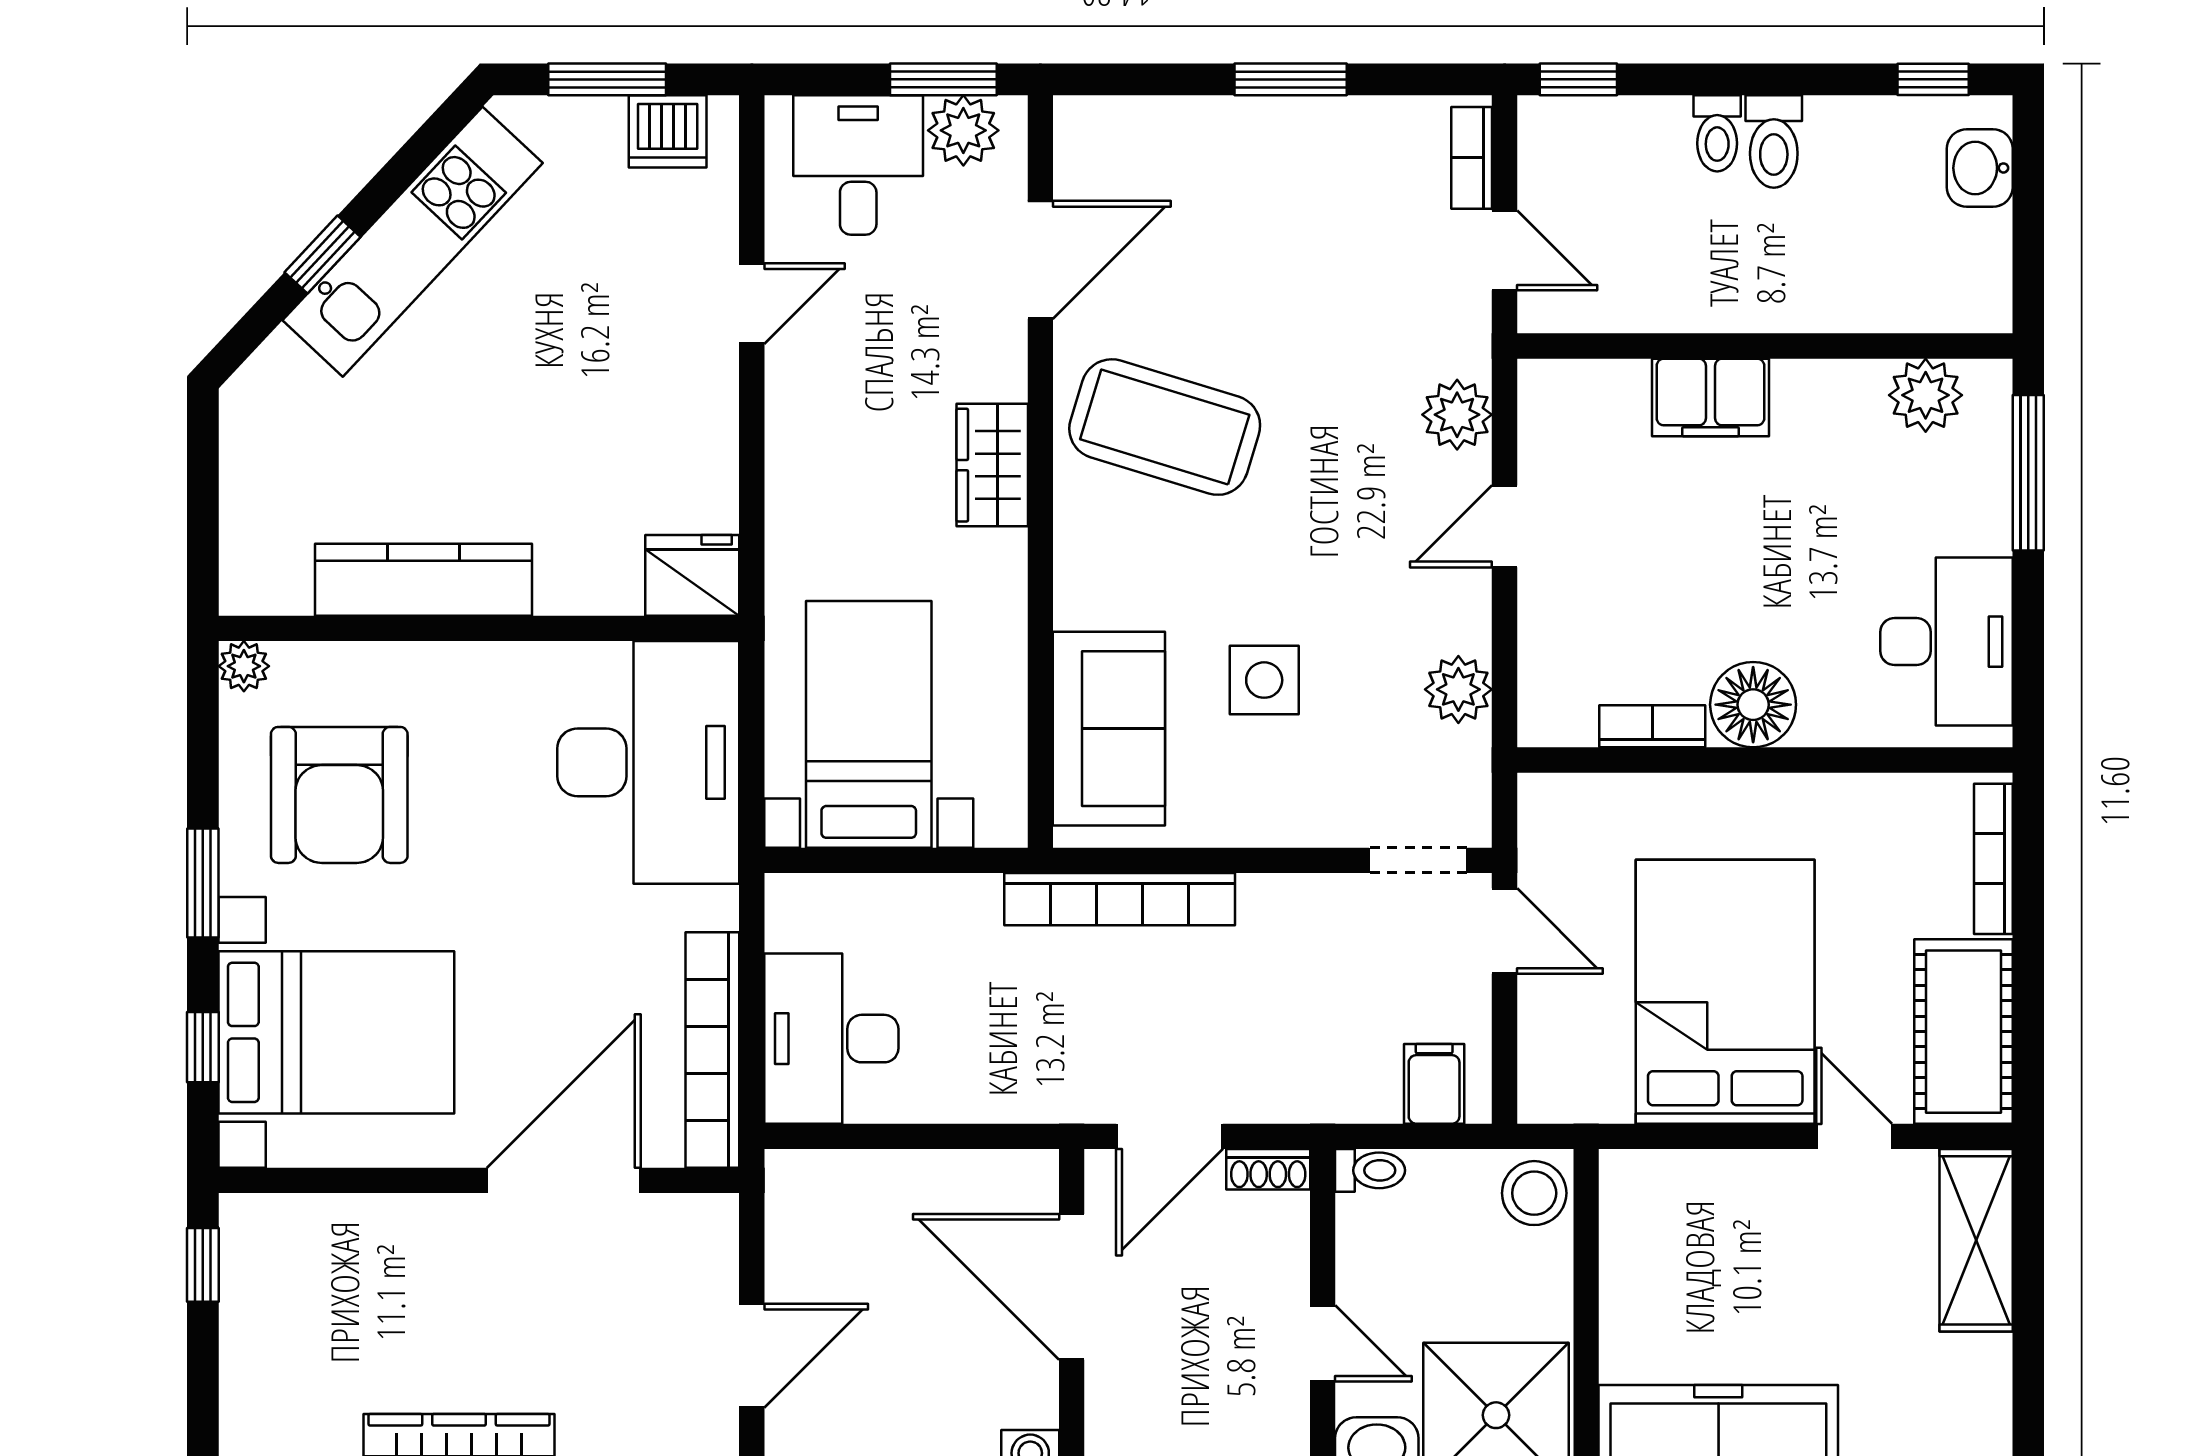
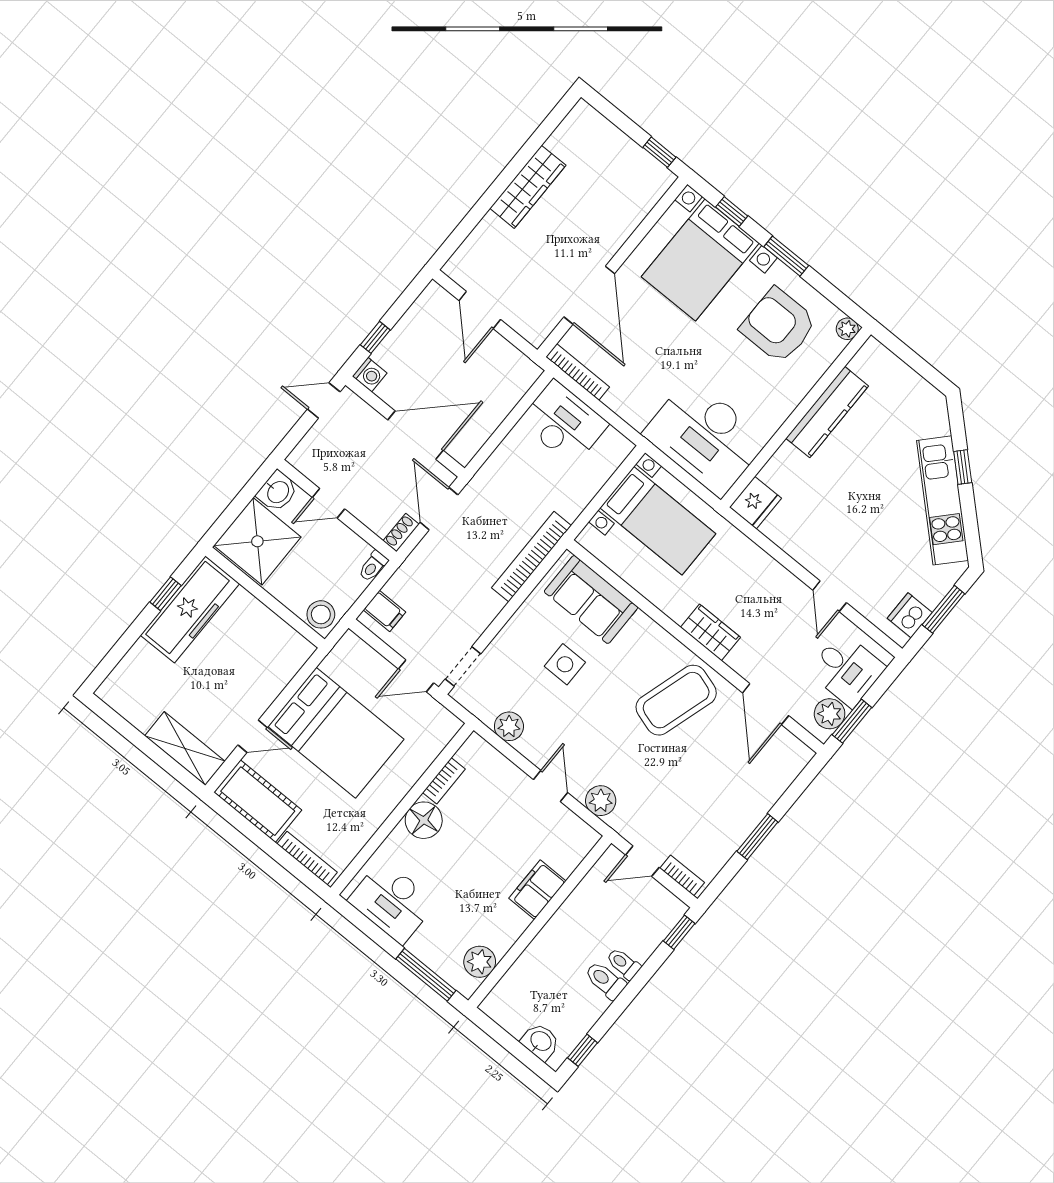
bookcase: (712, 1050) -> (578, 372), width x0.68, depth x0.76

